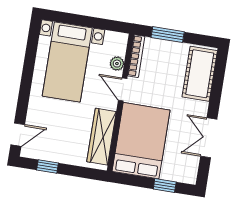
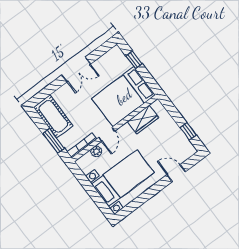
cot: (200, 74) -> (53, 116), moved, turned 90
door: (18, 135) -> (176, 173), moved
wardrobe: (102, 137) -> (143, 119), width x0.67
double door: (209, 138) -> (76, 69), moved

